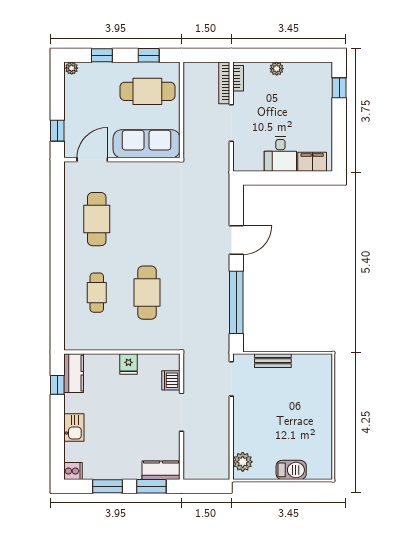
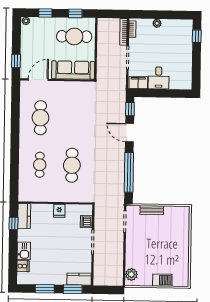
filing cabinet: (312, 162) -> (138, 83), moved
window: (236, 203) -> (130, 109), added
door: (236, 240) -> (130, 133), swing flipped
cooker: (73, 471) -> (23, 266), moved

